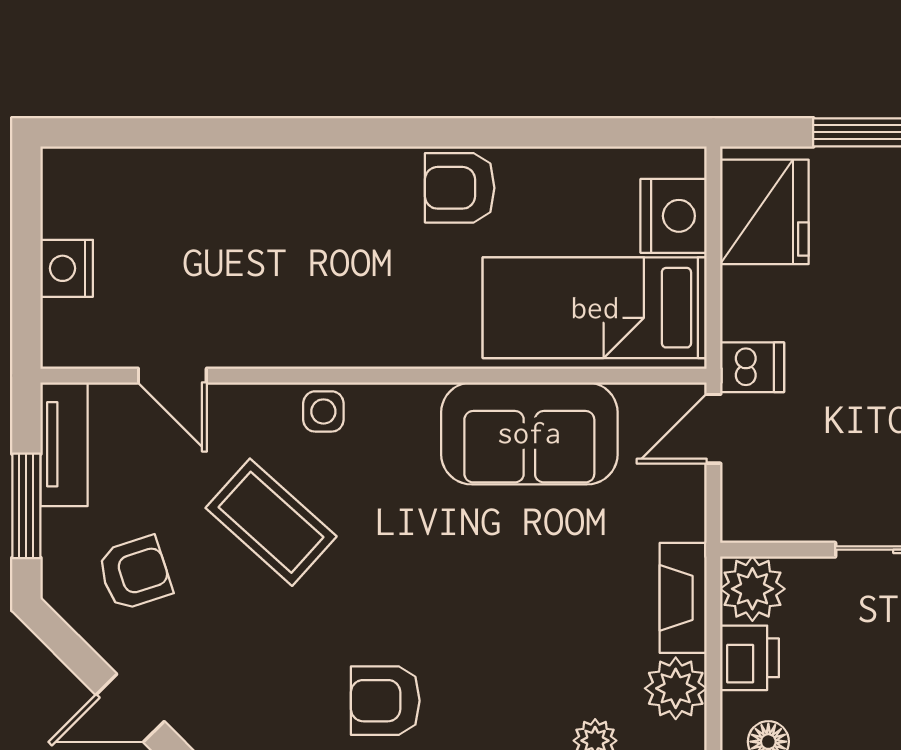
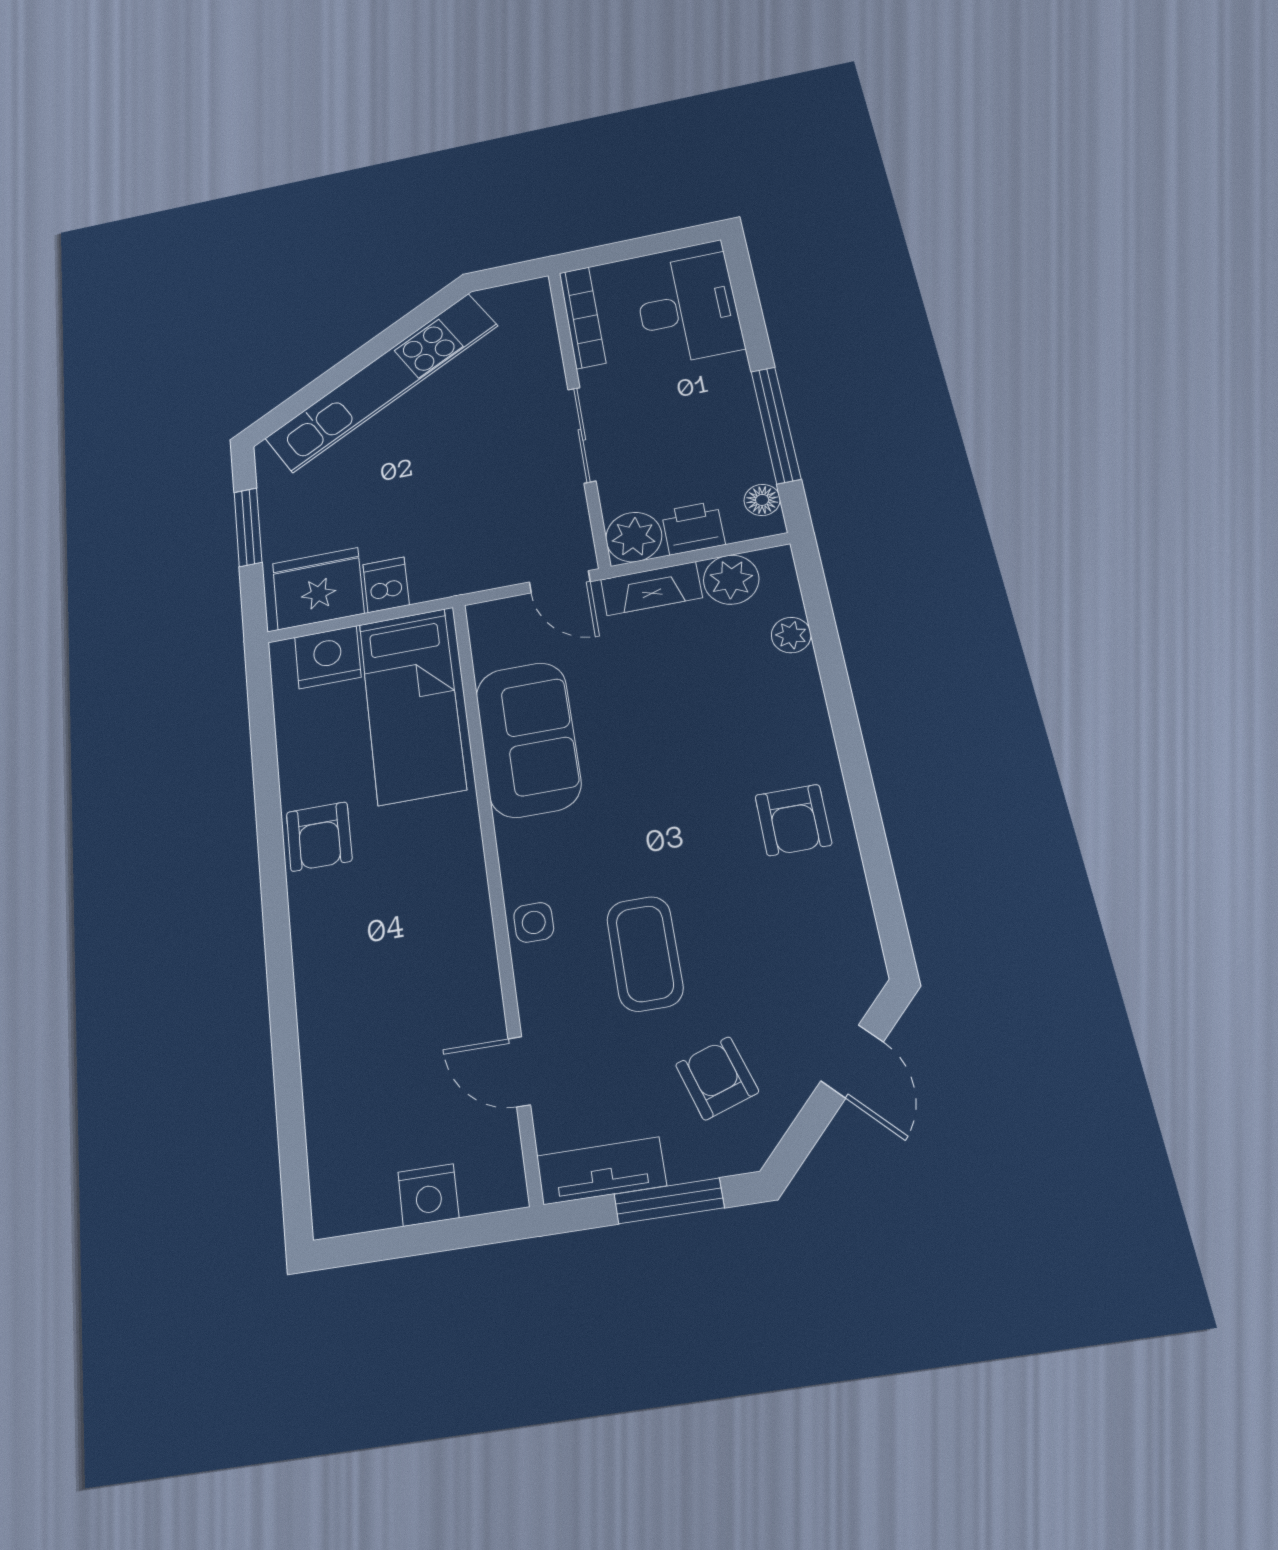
dishwasher: (752, 367) -> (386, 585), moved
door: (172, 376) -> (519, 1072), swing flipped
door: (713, 429) -> (560, 582), moved
coffee table: (271, 522) -> (645, 954), turned -42

